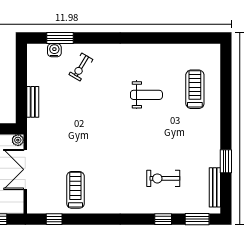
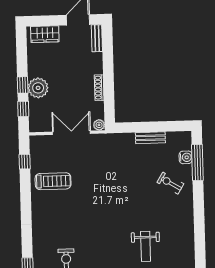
window: (60, 38) -> (197, 162), width x1.44
bench: (33, 102) -> (150, 138), moved

